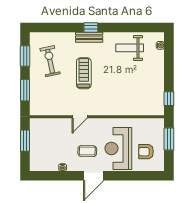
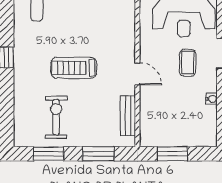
bench: (89, 37) -> (128, 116), moved
exercise bike: (50, 61) -> (56, 117), turned 102

